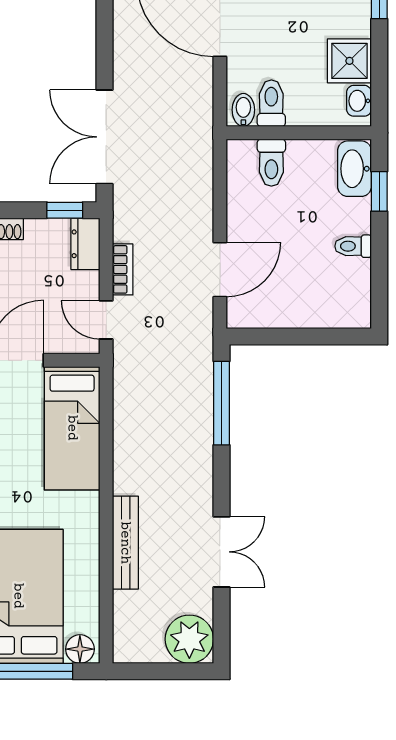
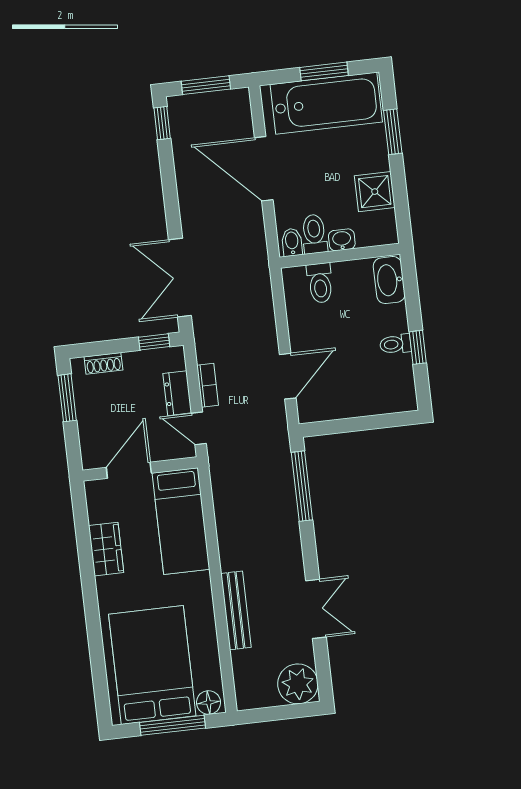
washbasin: (359, 101) -> (342, 240), moved, turned 90
window: (379, 191) -> (418, 347), moved
dresser: (85, 244) -> (177, 393), moved

